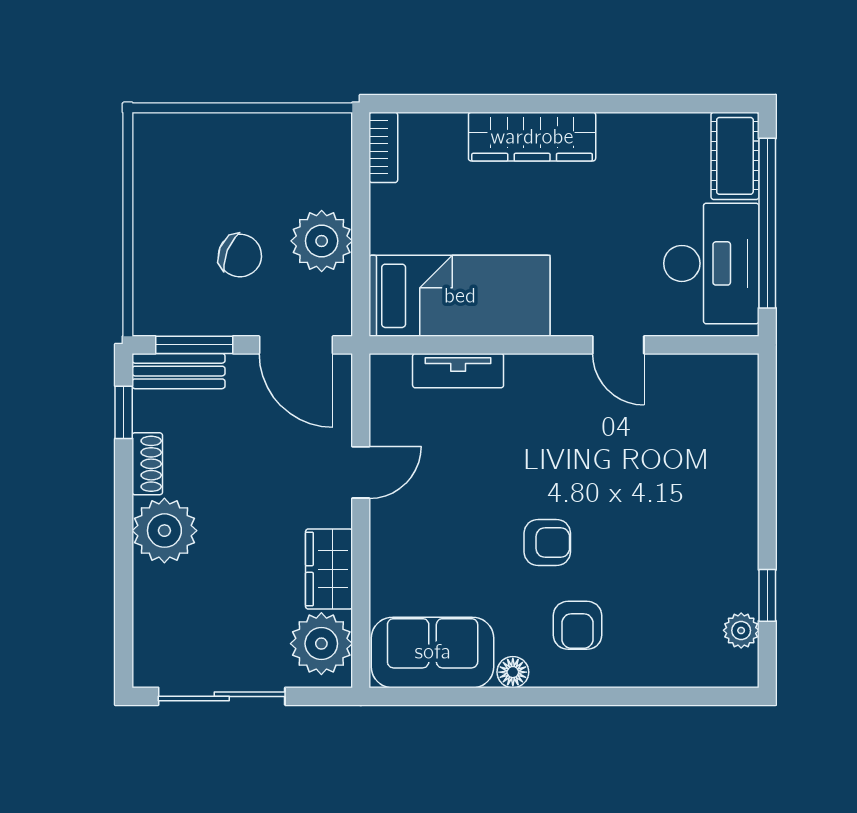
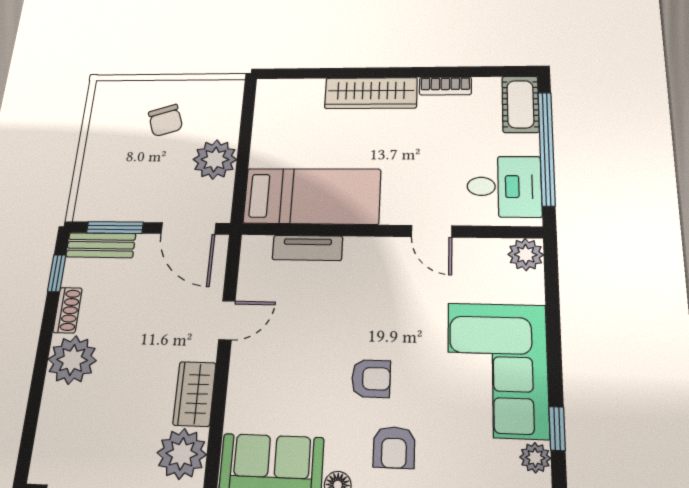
bookcase: (383, 147) -> (445, 86), moved, turned 90
chair: (240, 255) -> (165, 120), moved, turned 50
desk: (711, 263) -> (504, 186), width x0.73
plant: (737, 376) -> (526, 255), added
corner sofa: (699, 526) -> (497, 370), added

